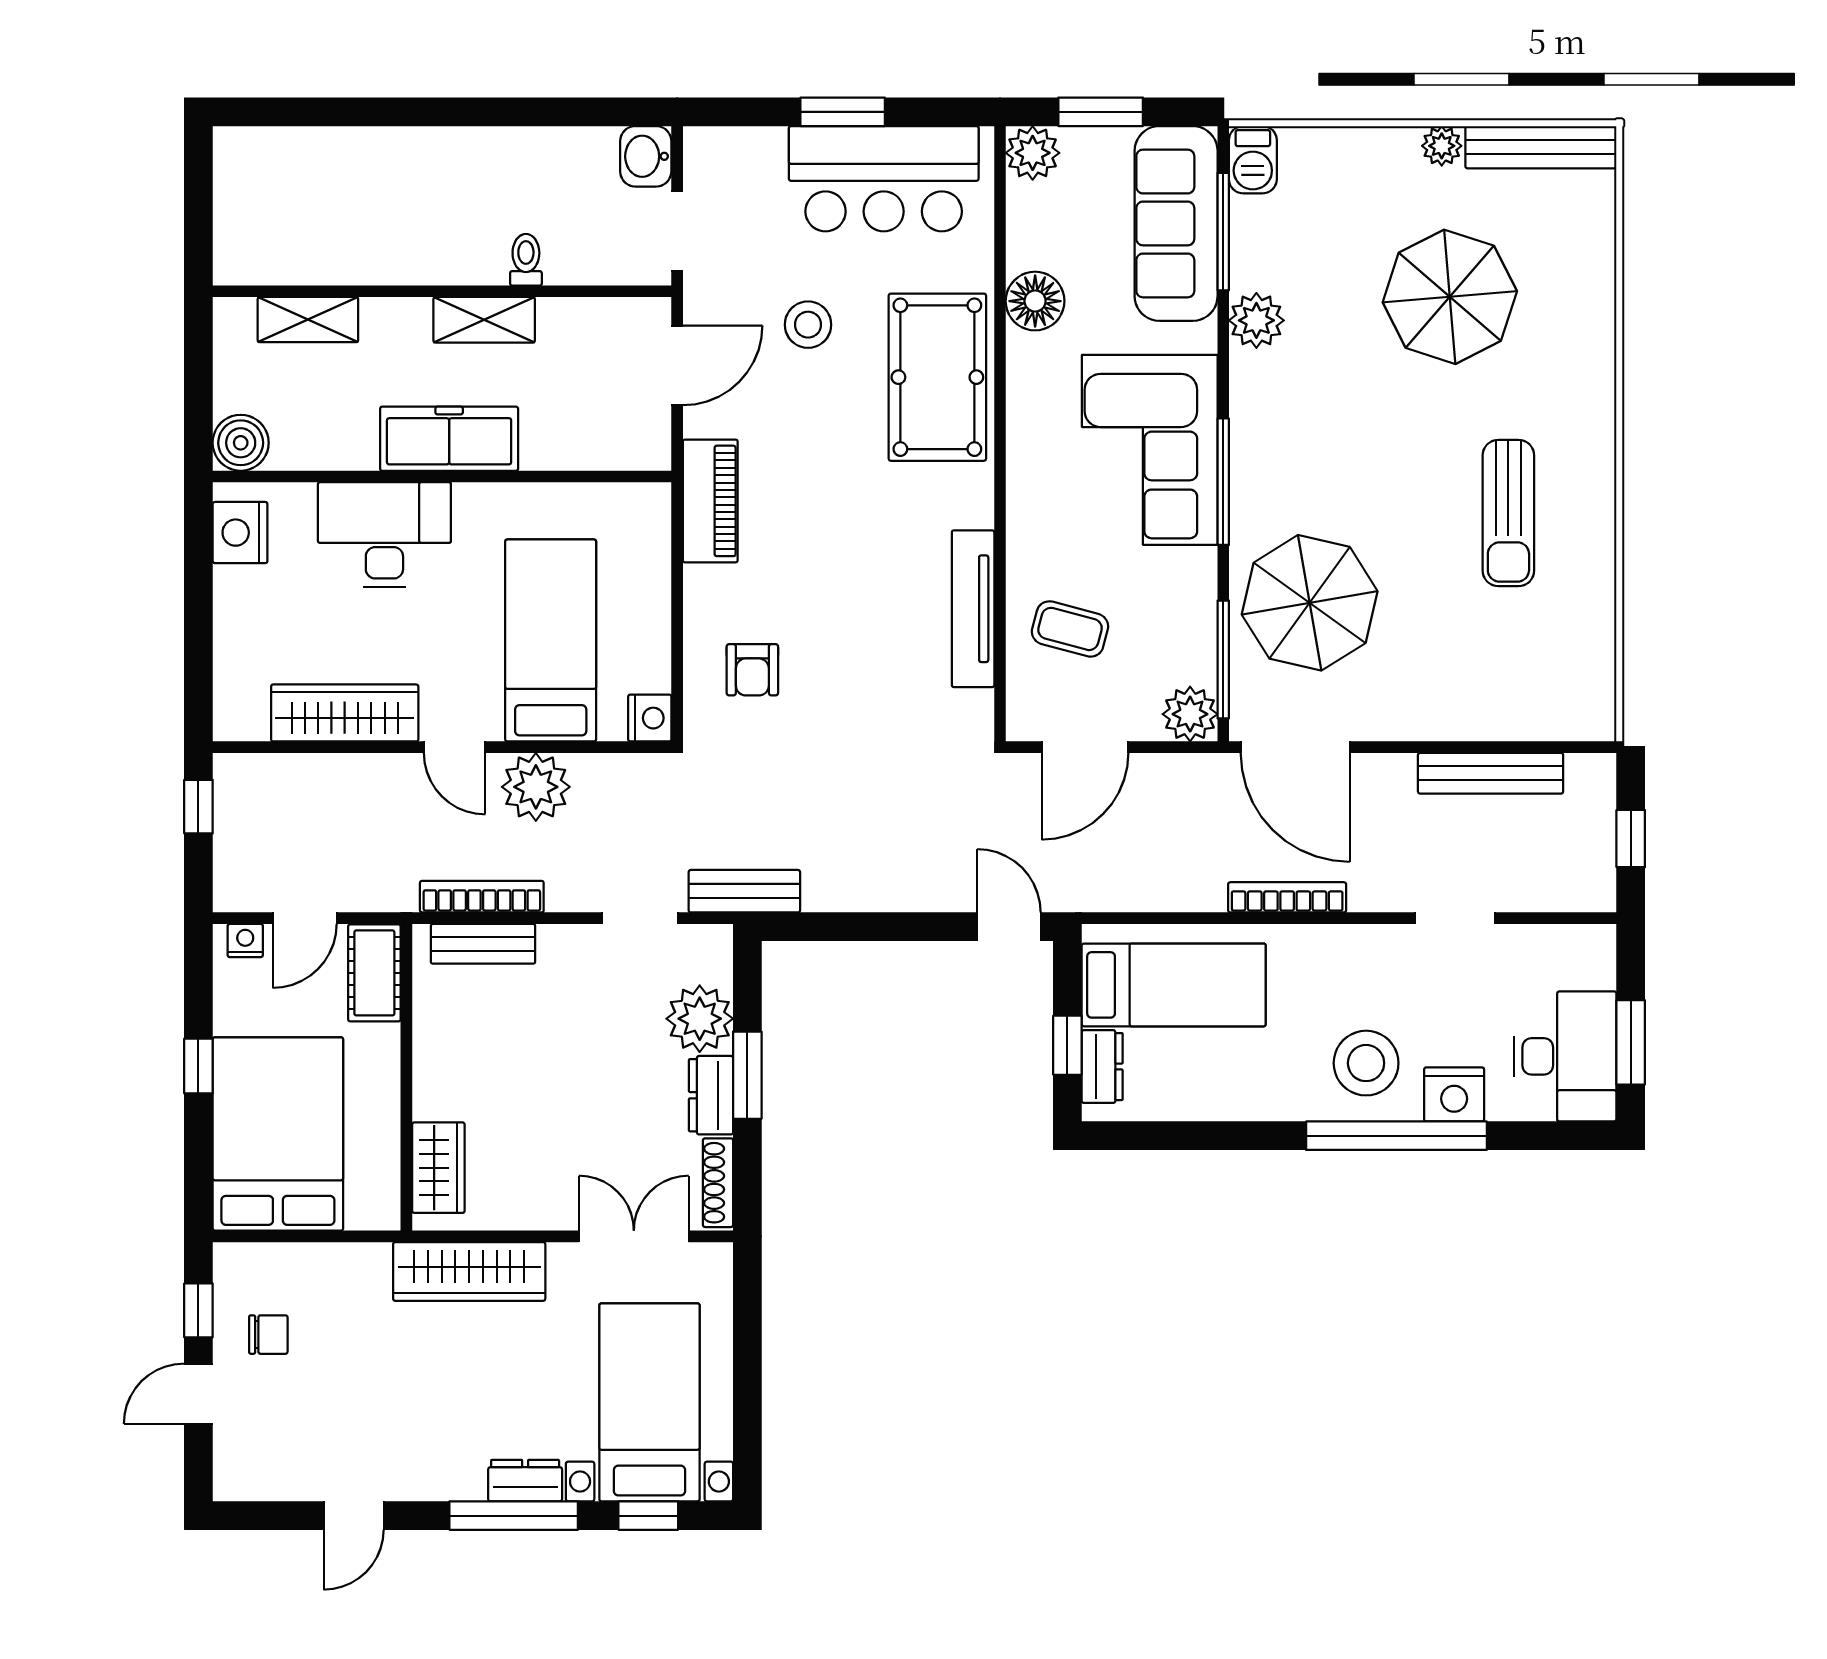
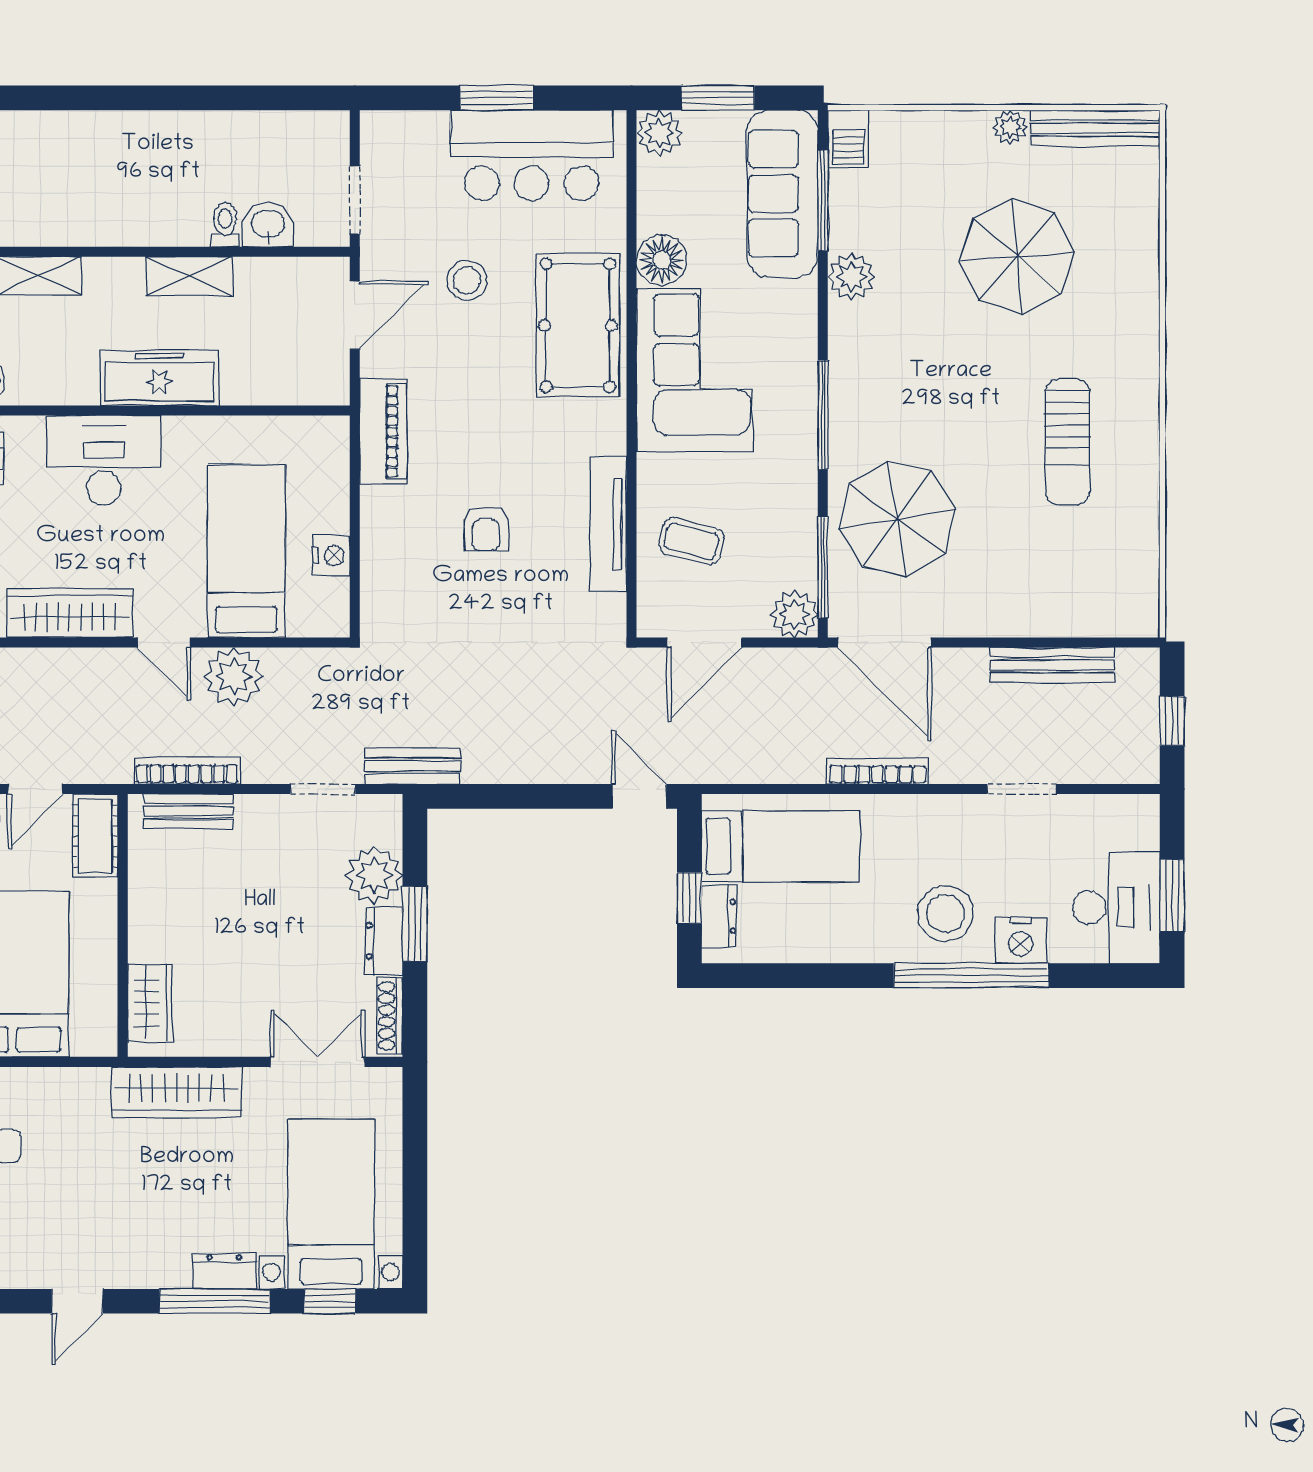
washbasin: (646, 156) -> (268, 225), moved, turned 90
corner sofa: (1150, 450) -> (695, 370), moved, turned 180
armchair: (752, 670) -> (486, 529), moved
nightstand: (650, 718) -> (331, 556), moved

